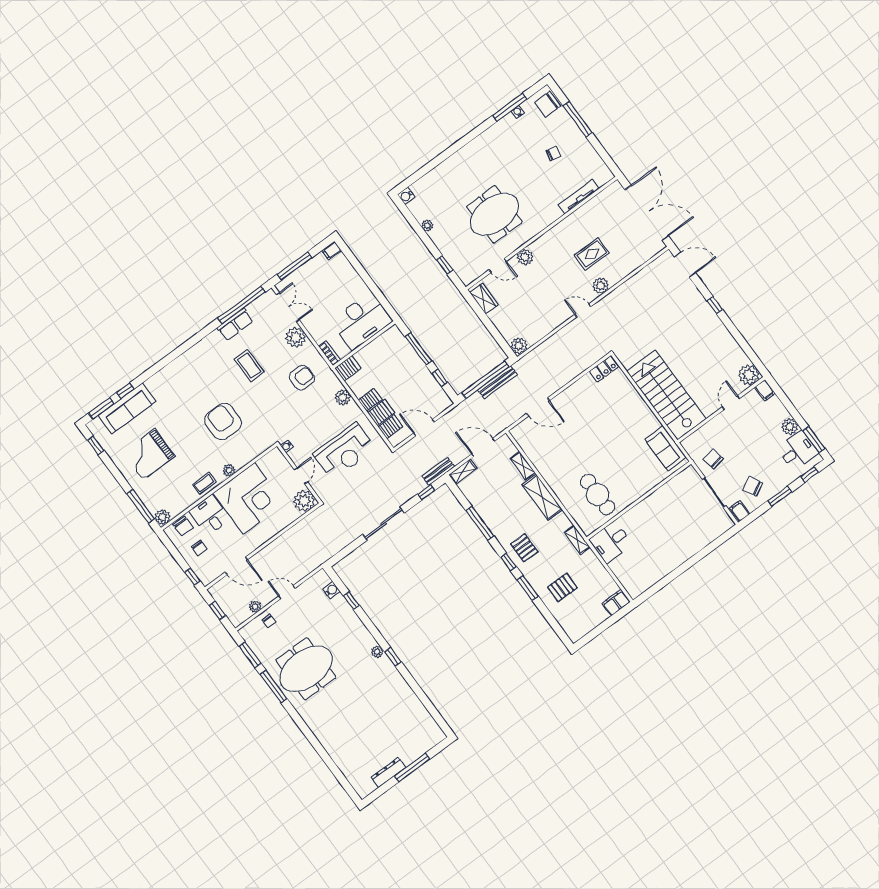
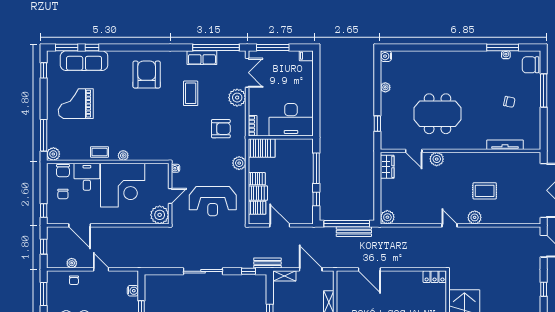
server rack: (348, 368) -> (262, 148), width x1.36, depth x1.44
armchair: (223, 421) -> (147, 75), moved

